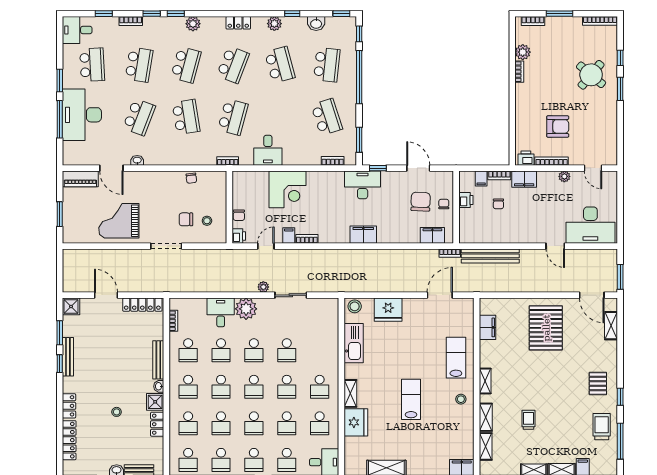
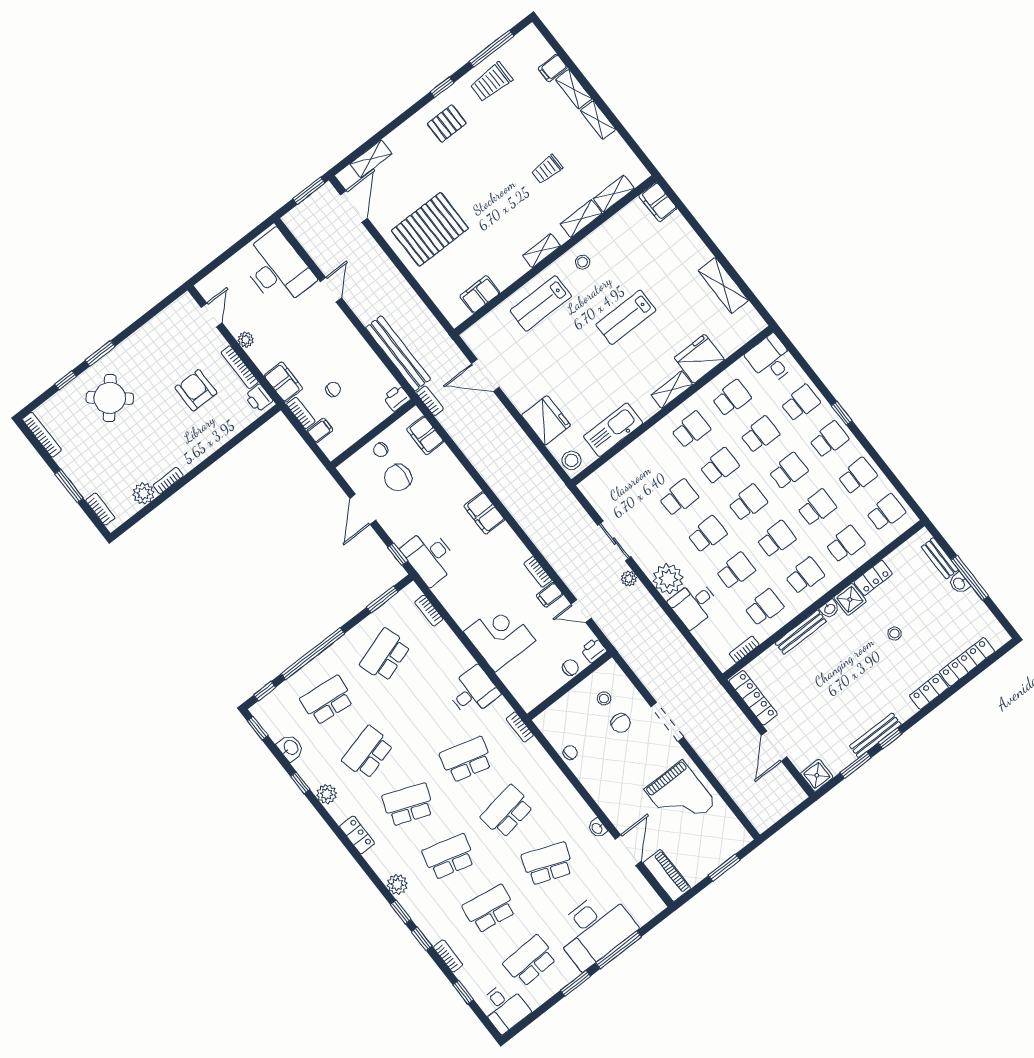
printer: (466, 200) -> (397, 398), moved

